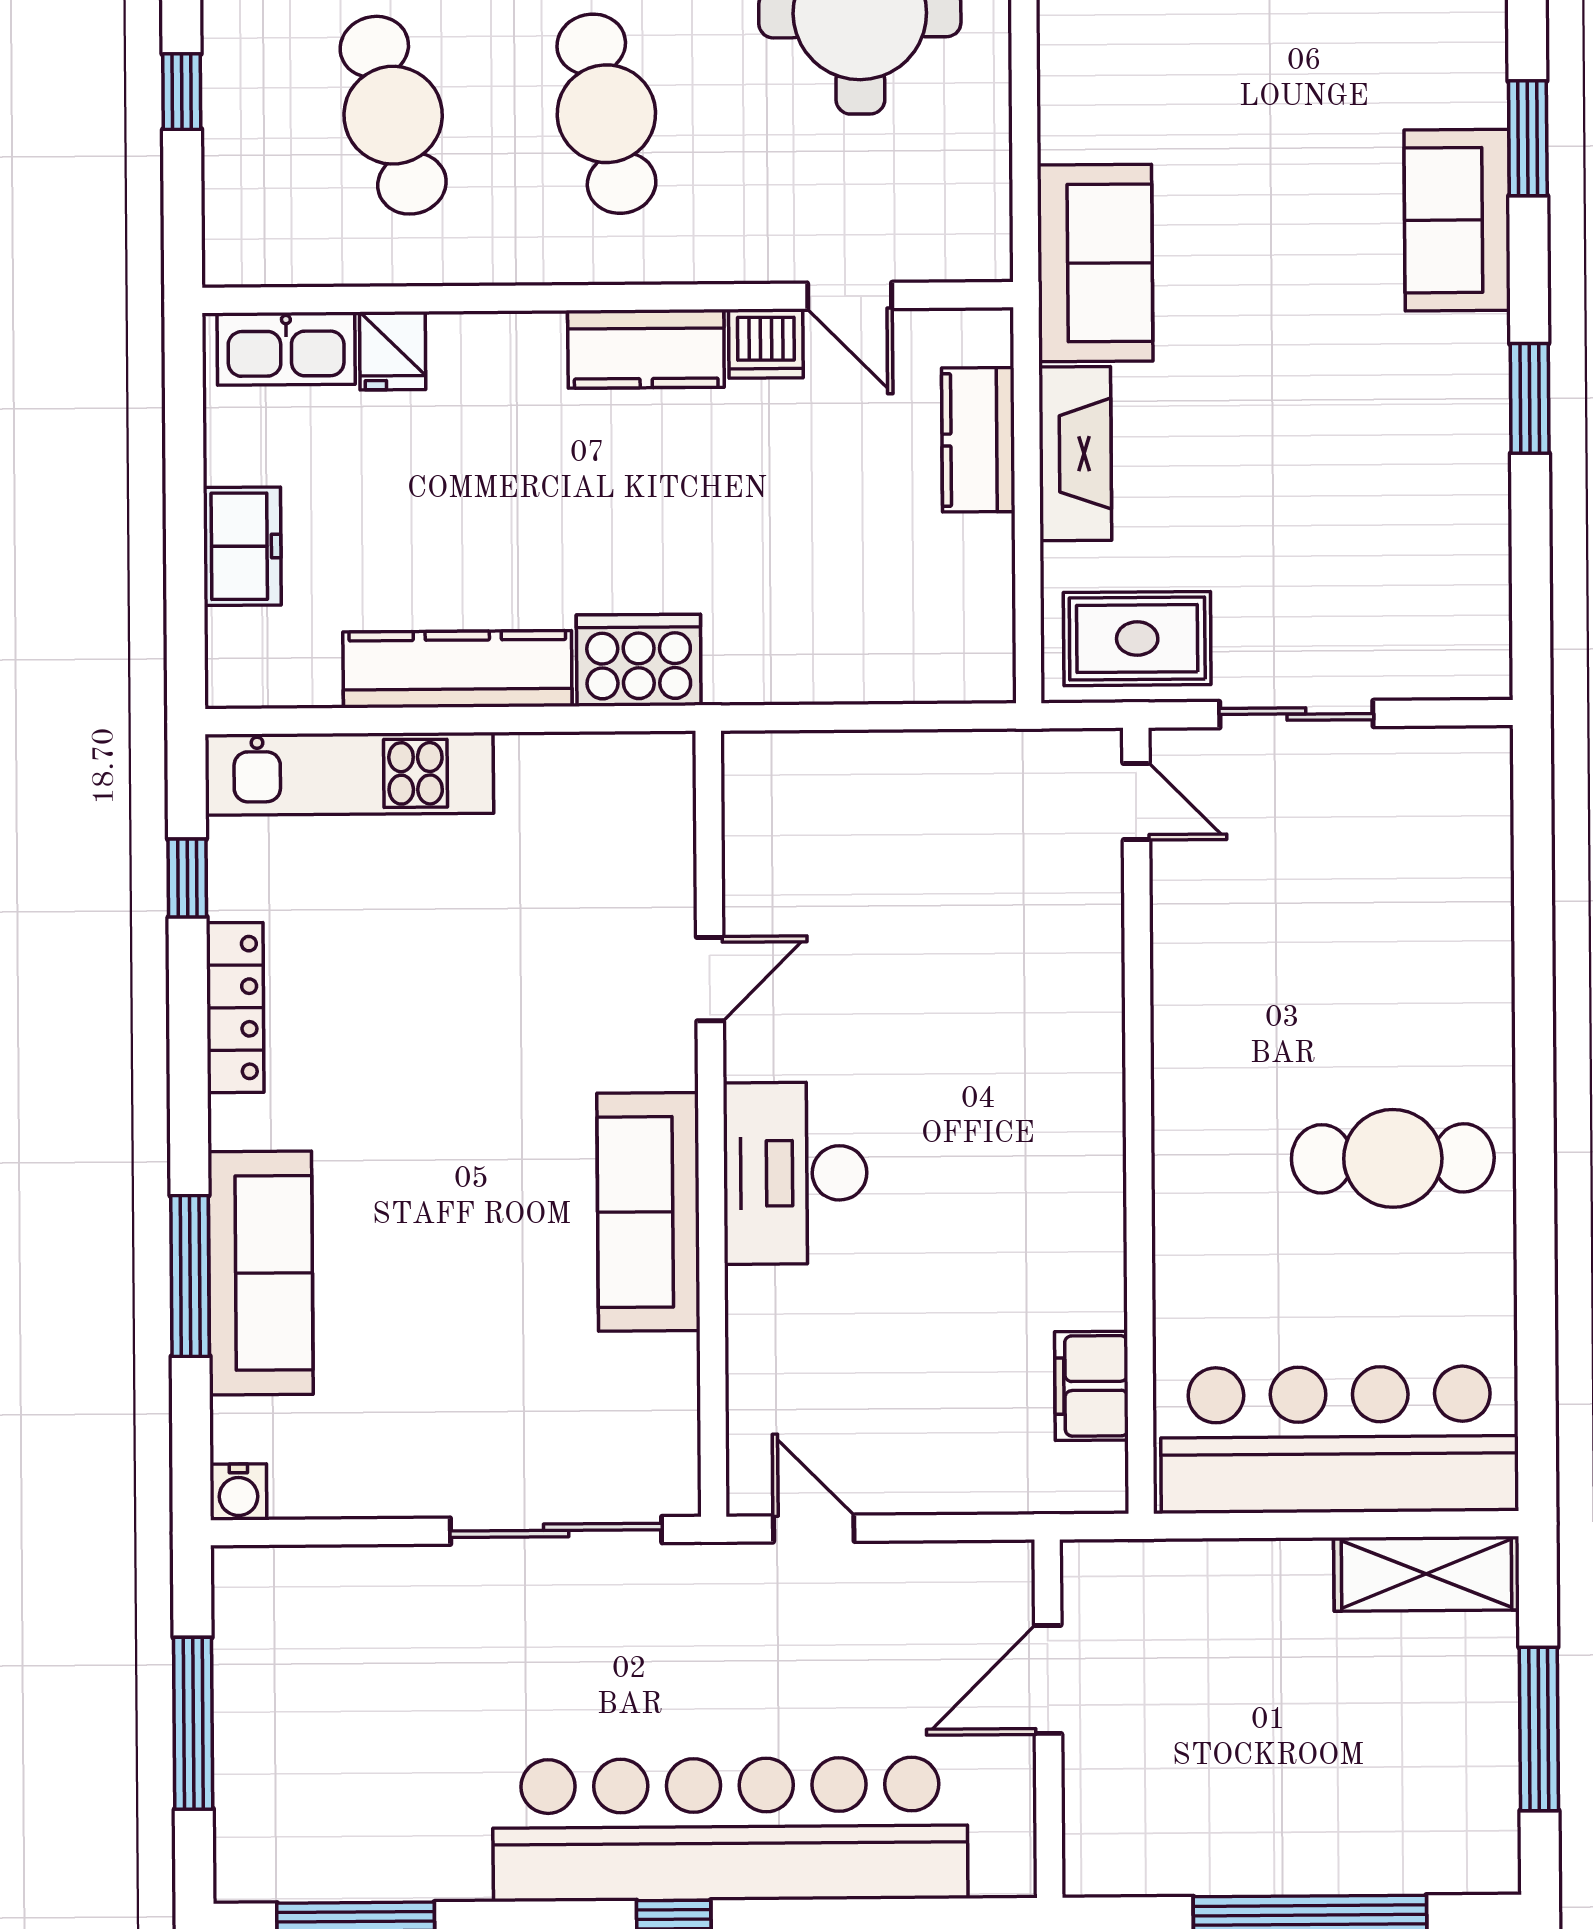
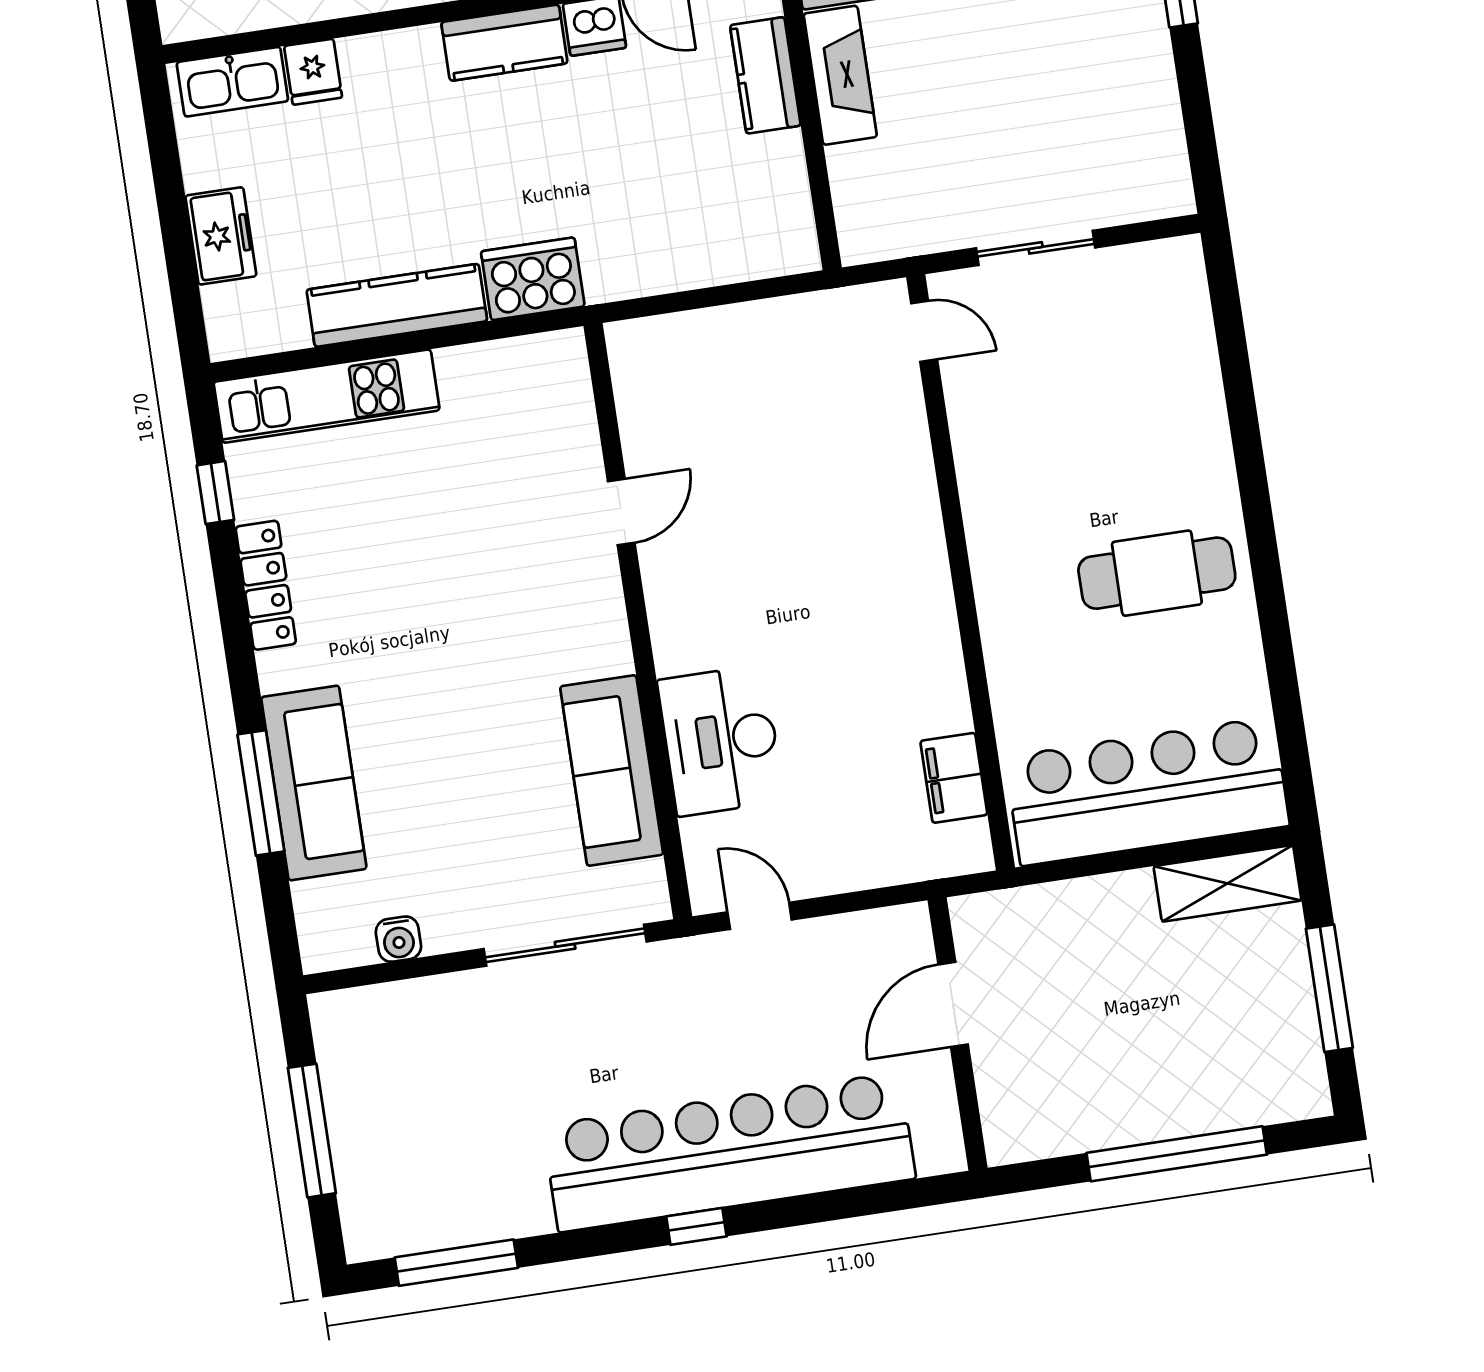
rug: (1137, 639) -> (907, 208), removed
desk: (795, 1173) -> (721, 741), moved
sofa: (648, 1212) -> (612, 770), moved
water cooler: (238, 1492) -> (398, 939), moved

